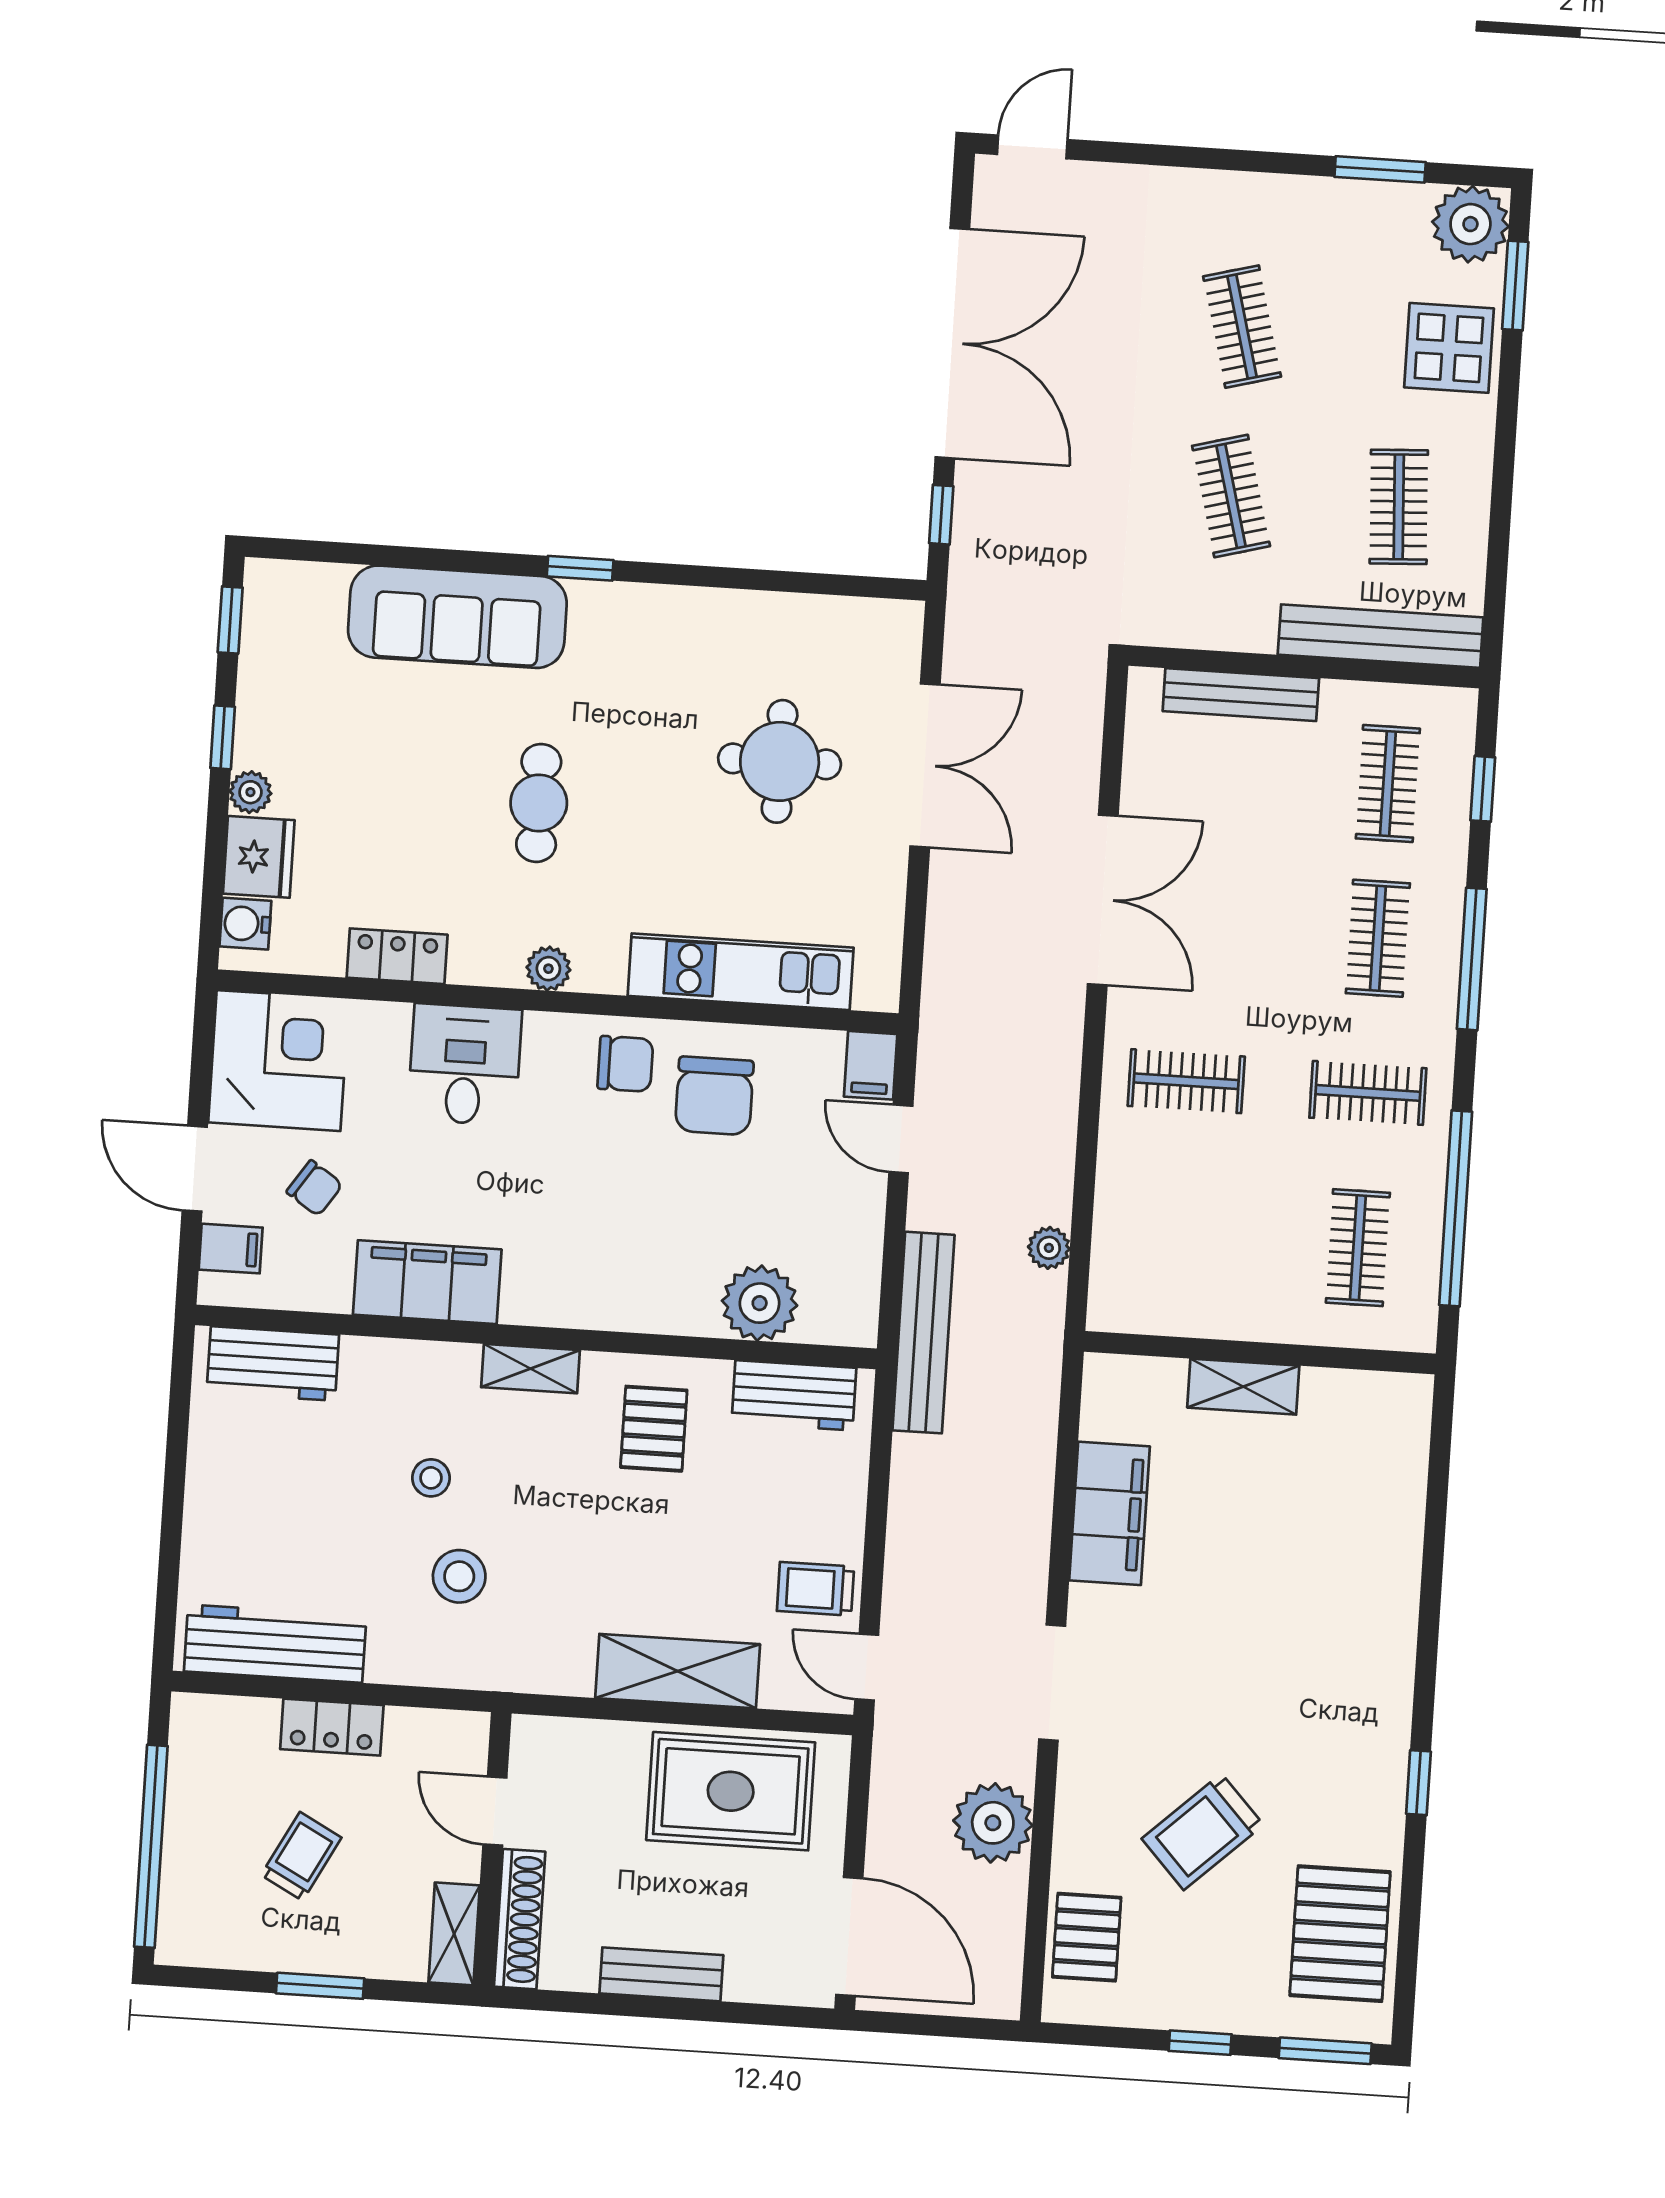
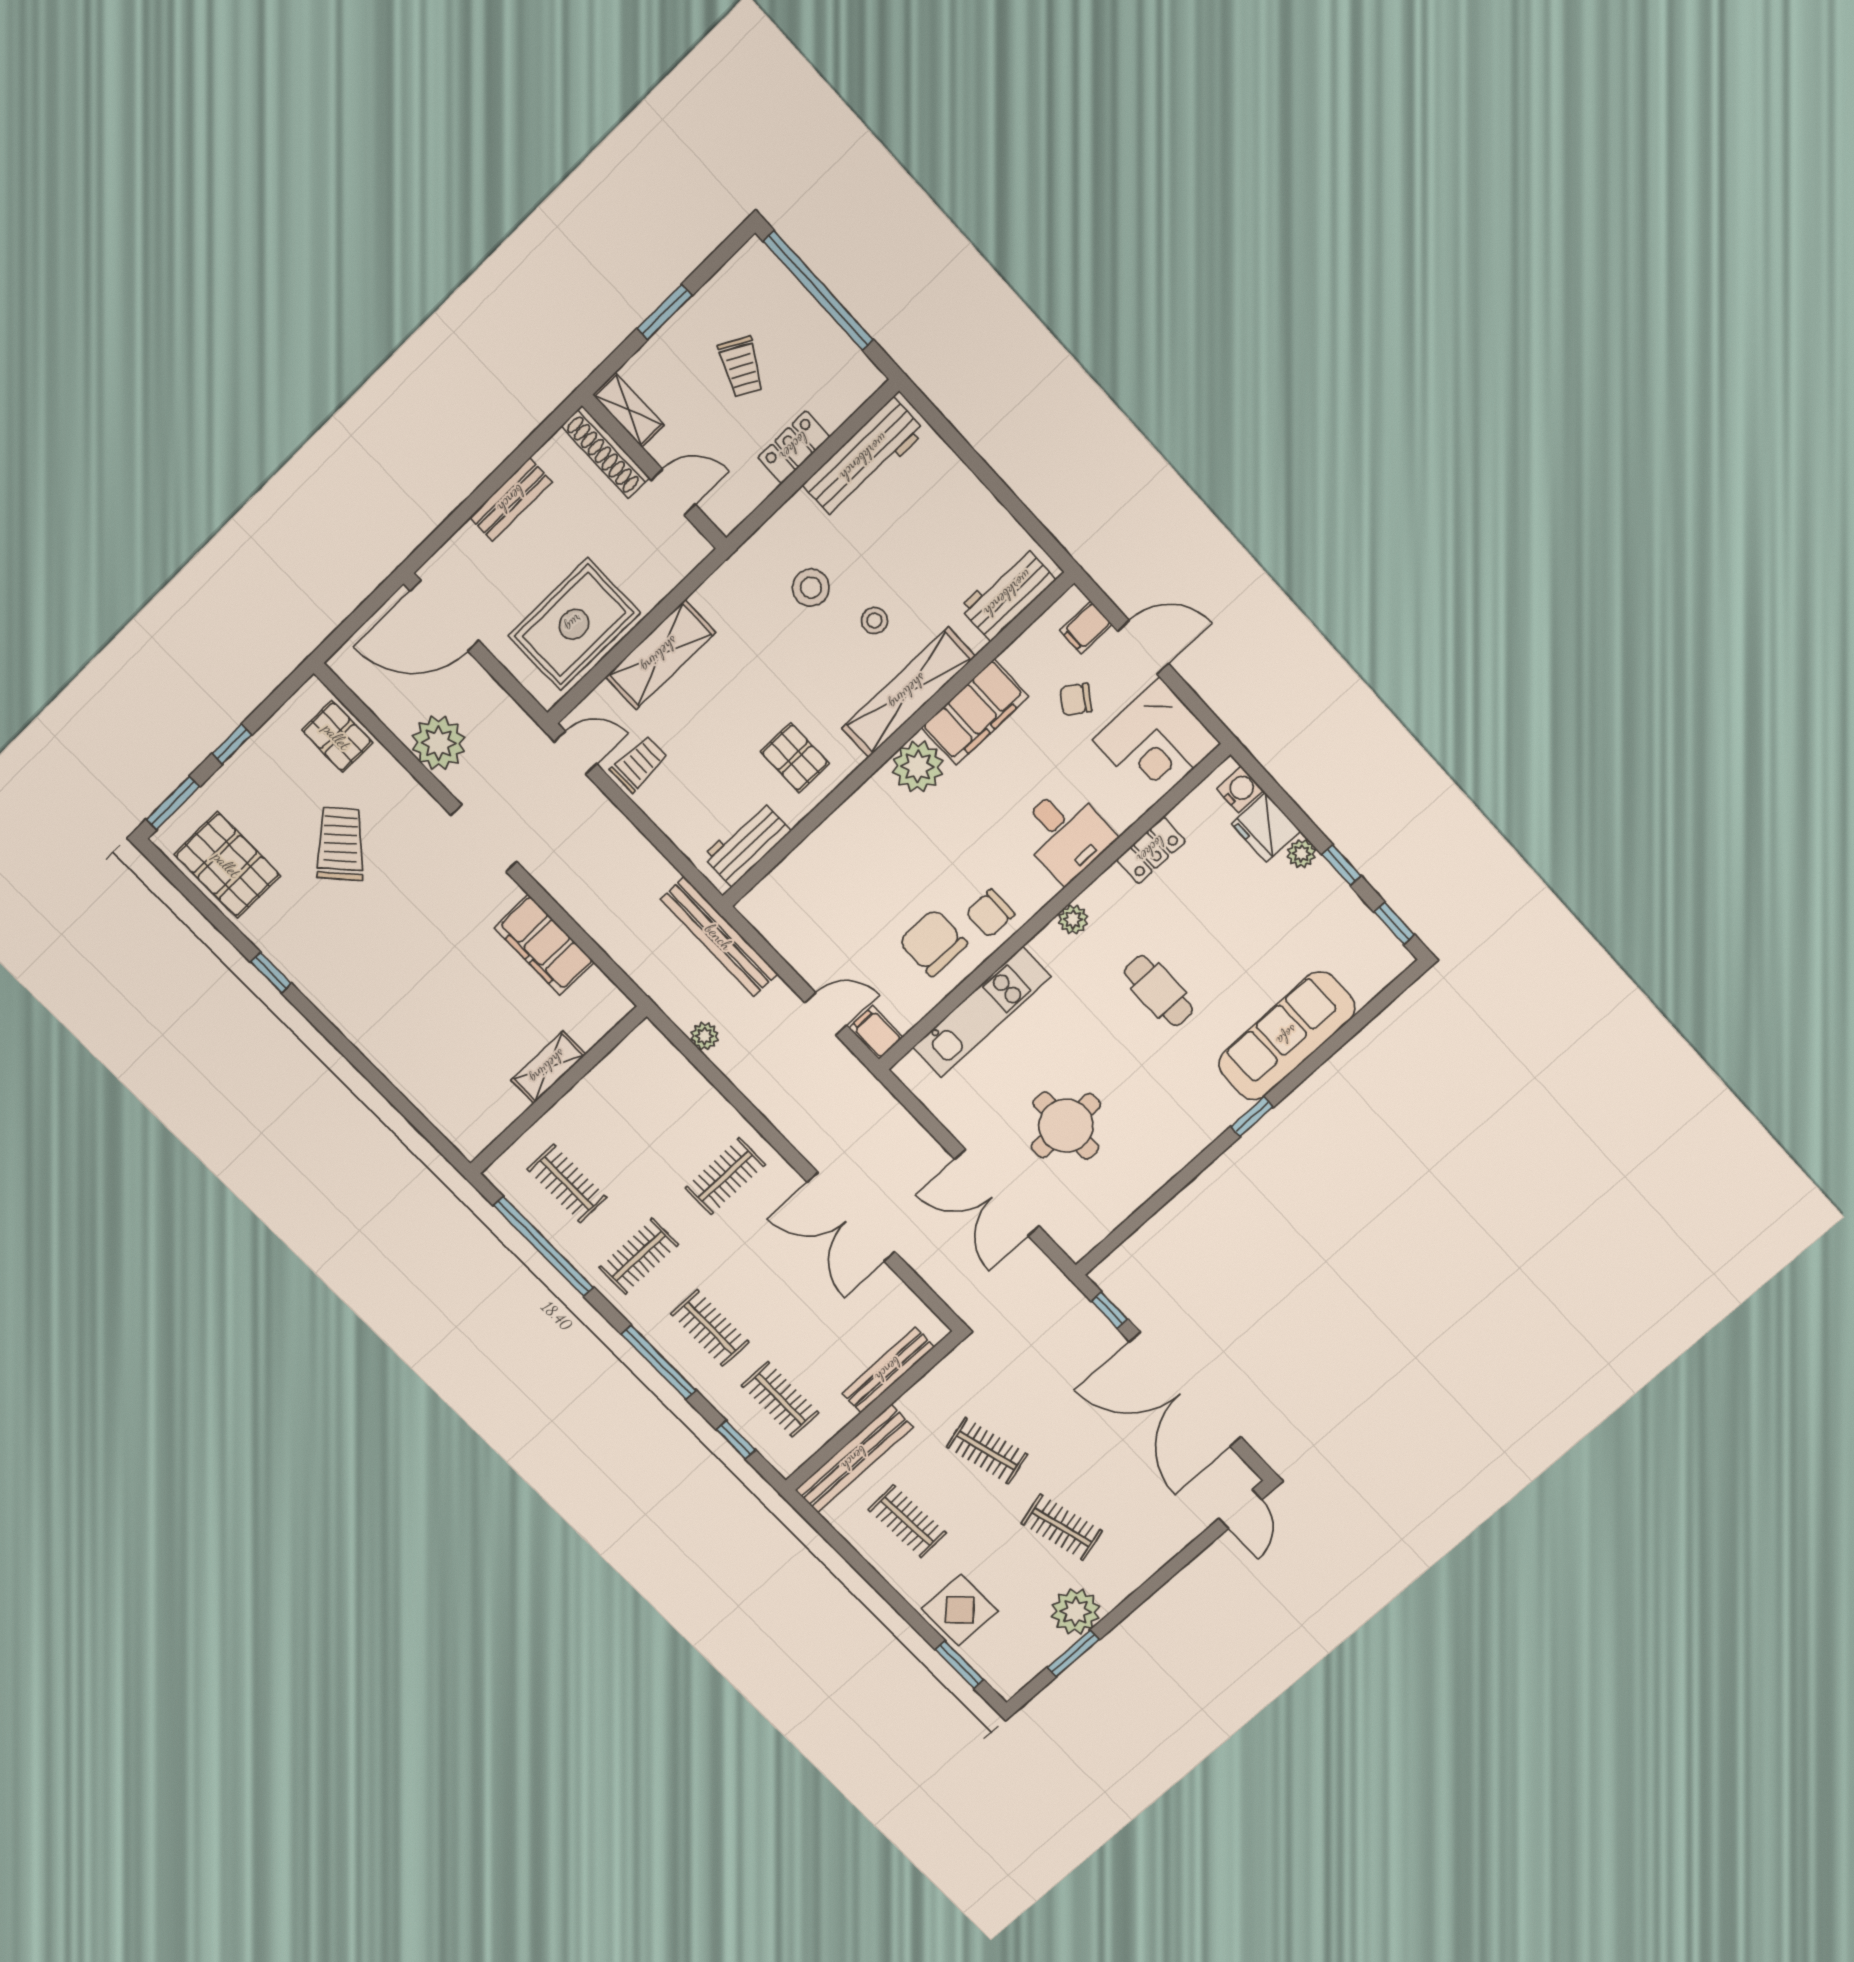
plant: (1470, 224) -> (1076, 1612), moved
plant: (760, 1303) -> (918, 767), moved
shelving: (530, 1369) -> (908, 692), width x2.20, depth x1.33

